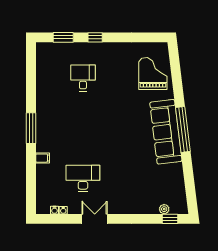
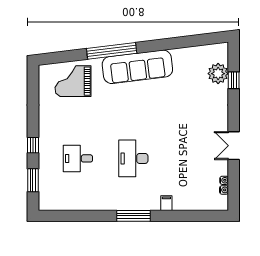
window: (183, 129) -> (112, 51), moved
desk: (83, 178) -> (133, 158), moved
plant: (164, 209) -> (218, 74), width x1.88, depth x1.88
window: (170, 219) -> (234, 80), moved

